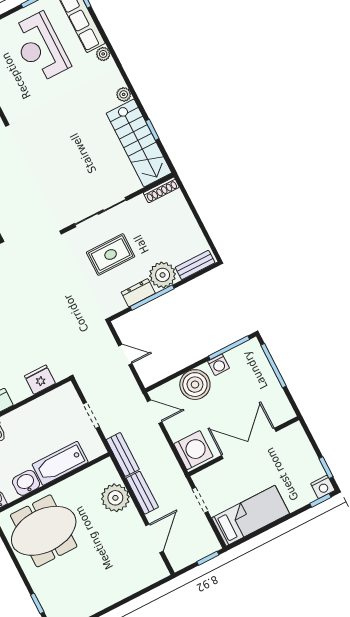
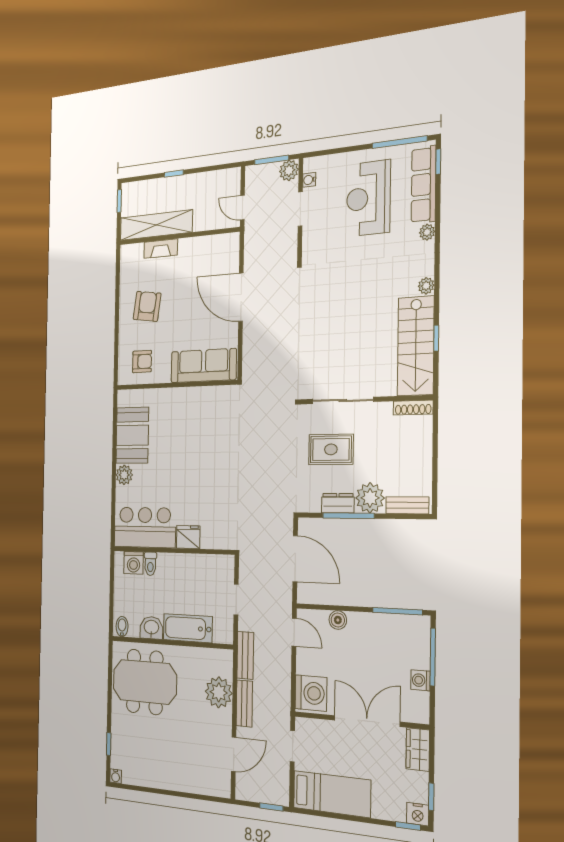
door: (125, 355) -> (295, 559), width x1.88
washing machine: (219, 365) -> (421, 680), moved, turned 90
fridge: (40, 380) -> (188, 537), moved
boiler: (195, 385) -> (338, 620), width x0.54, depth x0.54
wardrobe: (298, 440) -> (418, 749), added

